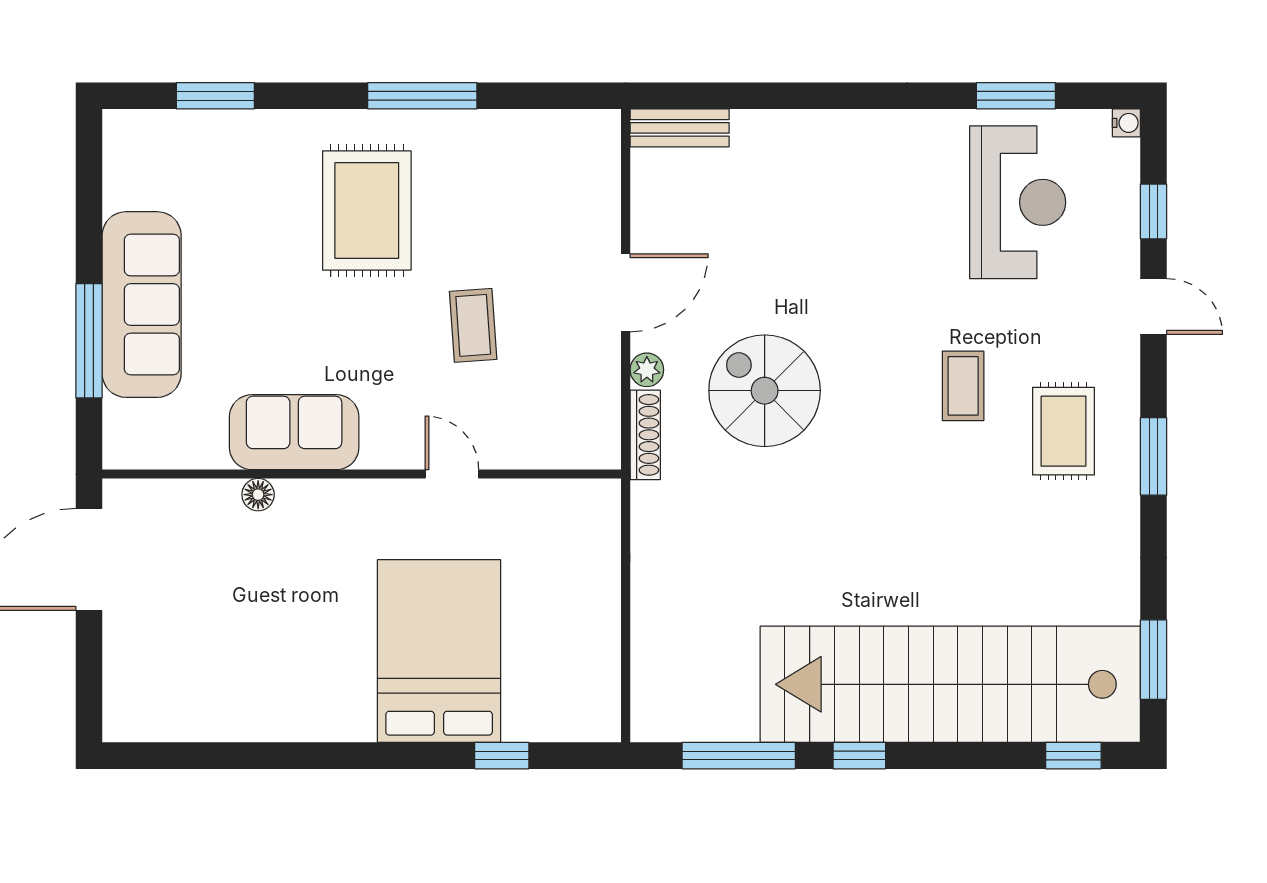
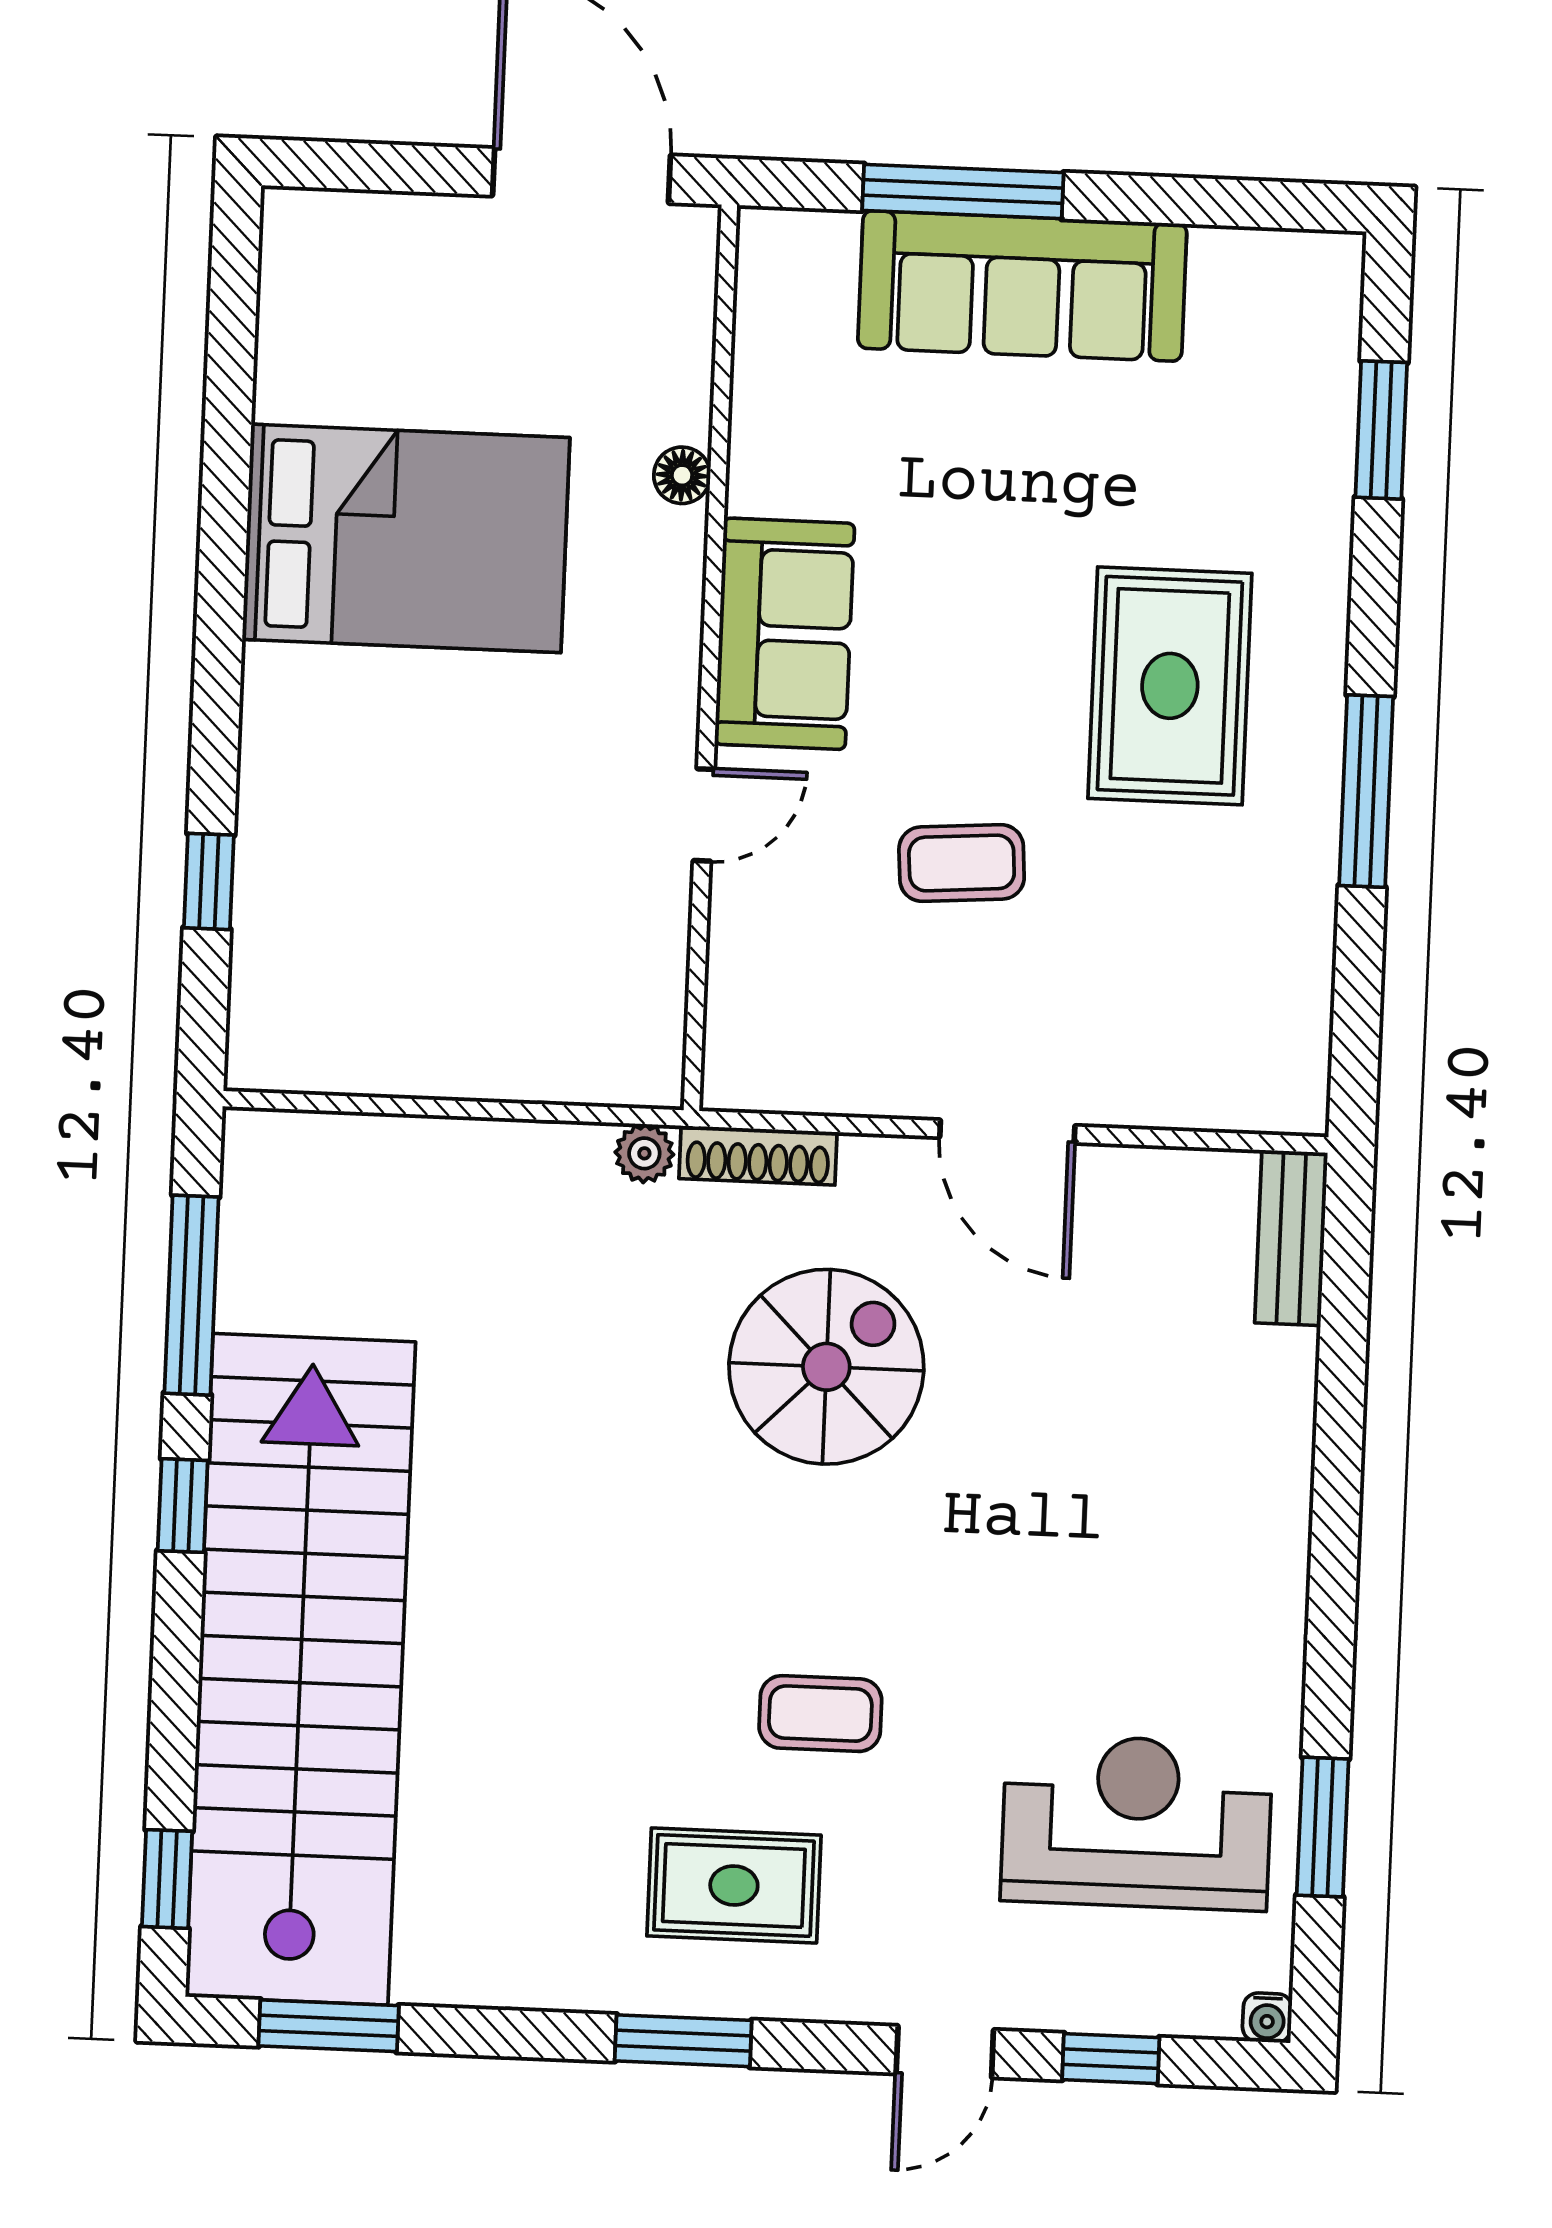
reception desk: (1018, 202) -> (1137, 1822), turned 180
rug: (367, 211) -> (1170, 686), turned 90
plant: (647, 370) -> (644, 1153), moved
sofa: (294, 432) -> (785, 634), moved
bed: (439, 651) -> (406, 538), moved

